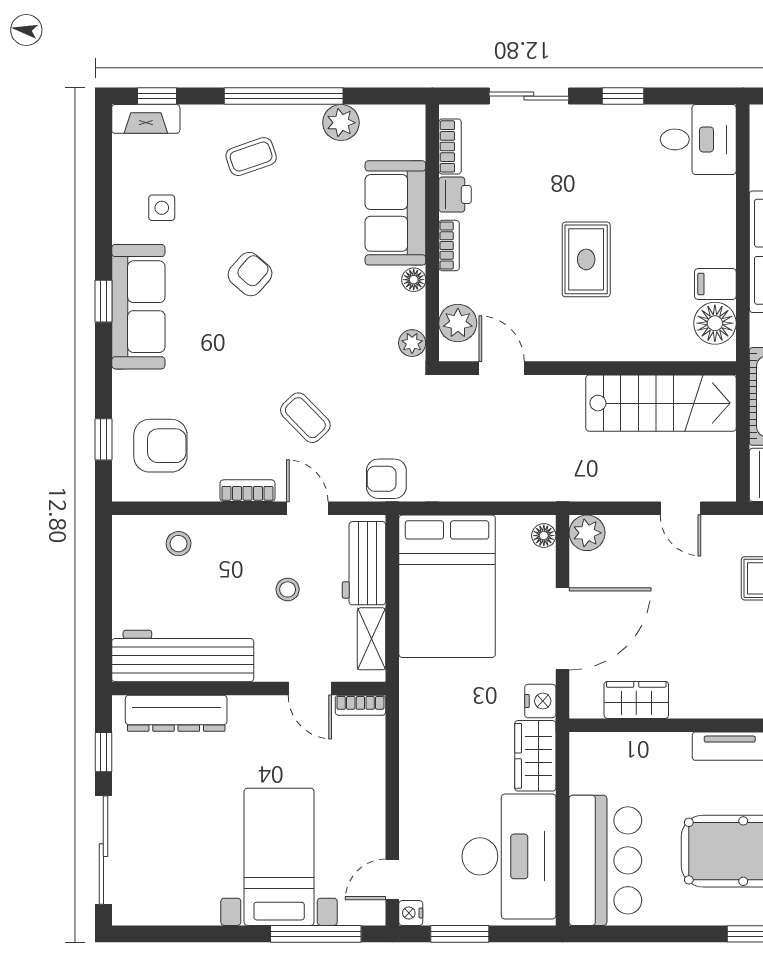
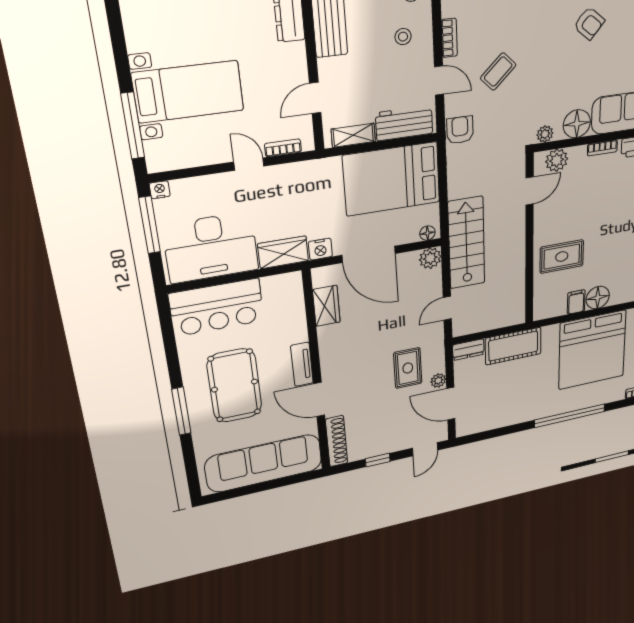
rug: (586, 259) -> (562, 257), moved
floor lamp: (414, 280) -> (577, 124), width x1.89, depth x1.89
floor lamp: (715, 323) -> (598, 298), moved
stairs: (661, 403) -> (467, 243), moved, turned 180
door: (307, 508) -> (439, 80), hinge flipped
stool: (288, 589) -> (403, 37), moved
bookcase: (360, 705) -> (283, 148), moved, turned 90
door: (392, 879) -> (249, 164), moved
window: (460, 934) -> (150, 225), width x1.44

